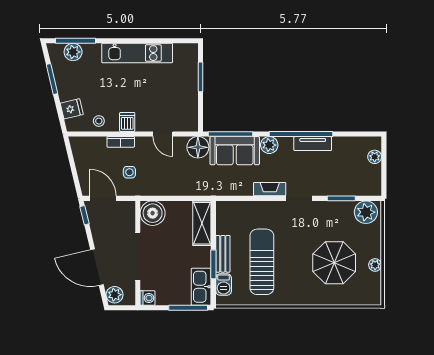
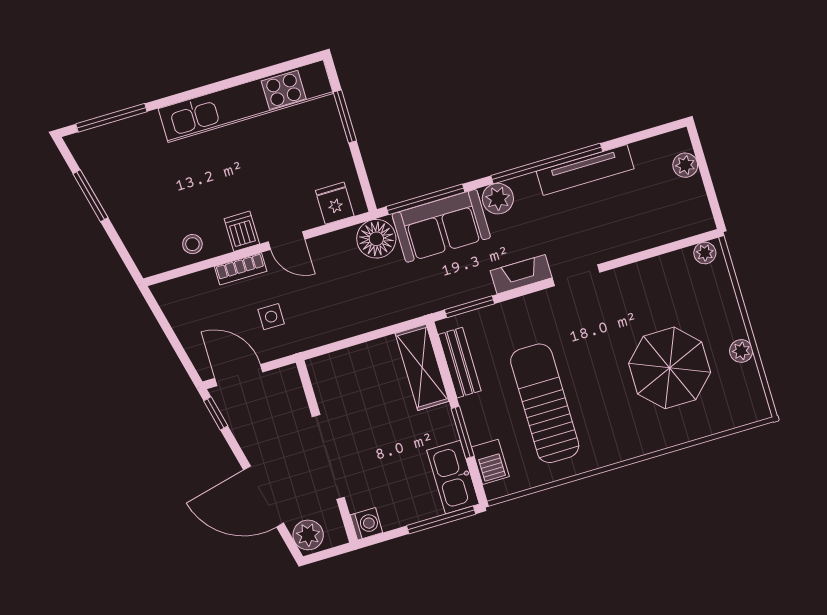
plant: (73, 52) -> (113, 138), removed
kitchen unit: (137, 53) -> (246, 101), width x1.36
fridge: (72, 109) -> (335, 203), moved, turned -77
door: (163, 134) -> (287, 241), moved
tv unit: (313, 144) -> (585, 170), width x1.41
window: (341, 198) -> (470, 307), moved
plant: (366, 212) -> (705, 253), width x0.53, depth x0.53
boiler: (153, 213) -> (332, 375), removed
bench: (223, 254) -> (460, 363), moved

